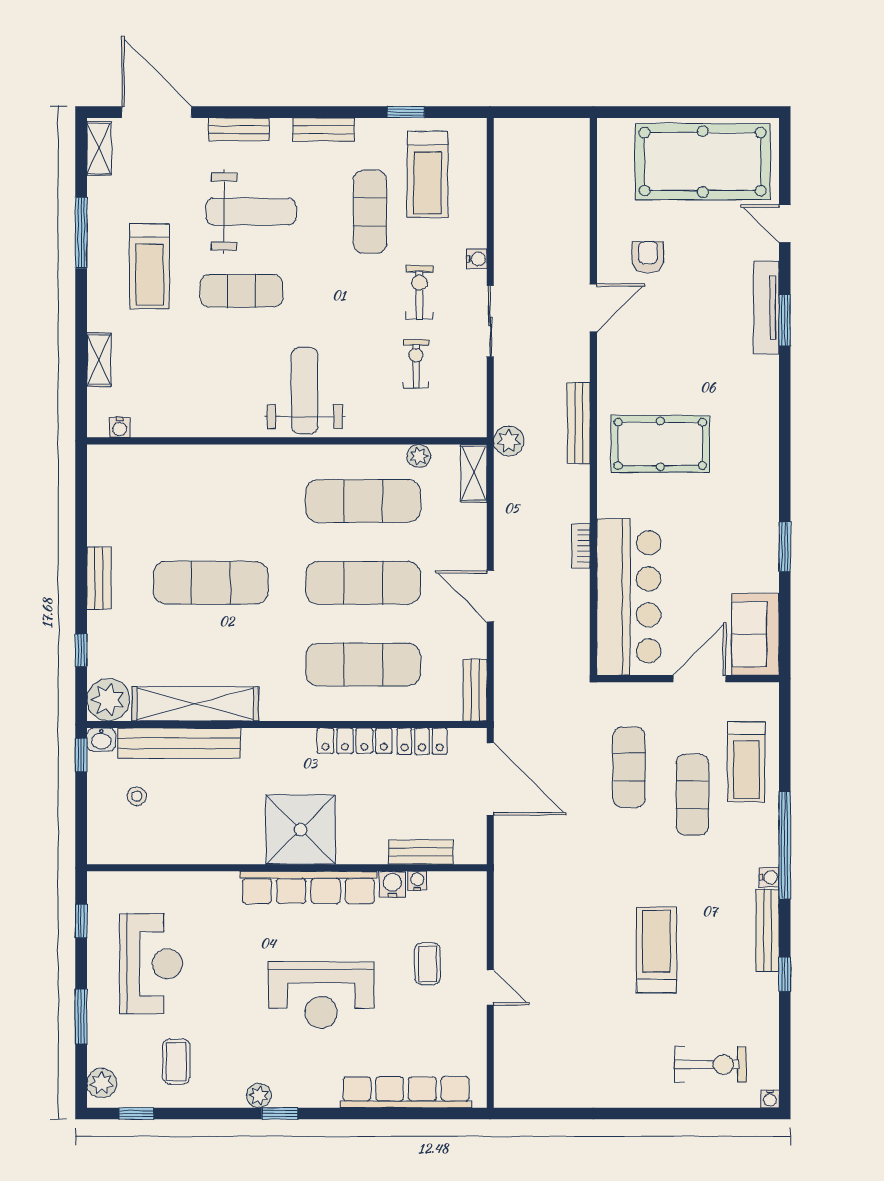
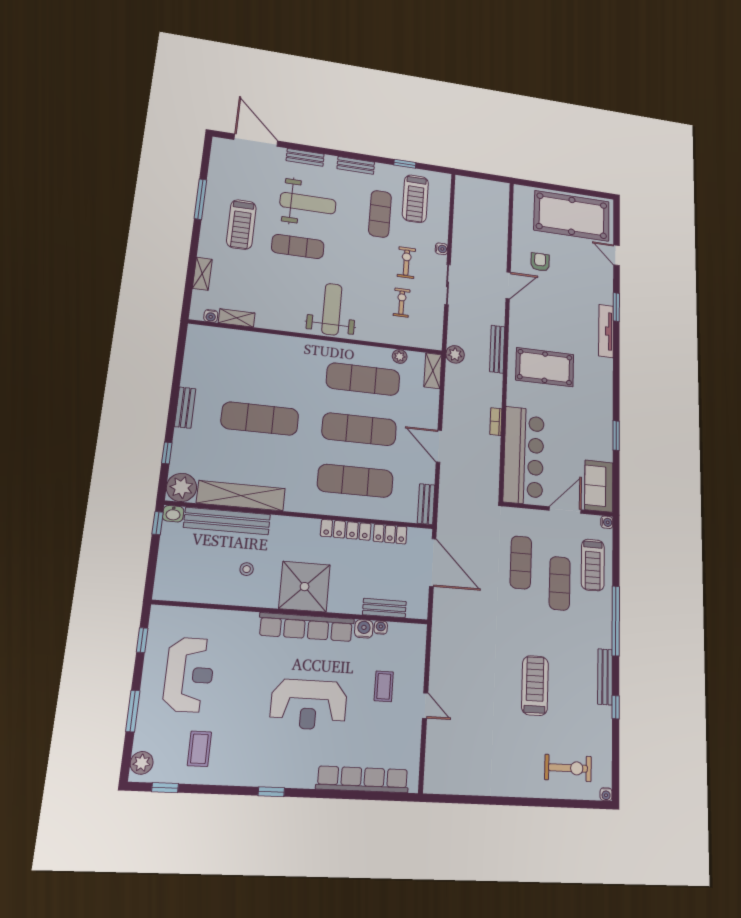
shelving: (99, 148) -> (237, 318), moved, turned 90
tv unit: (766, 307) -> (606, 331), moved
stool: (137, 796) -> (247, 569), moved
water cooler: (769, 877) -> (607, 522), moved
plant: (259, 1096) -> (257, 777), removed

